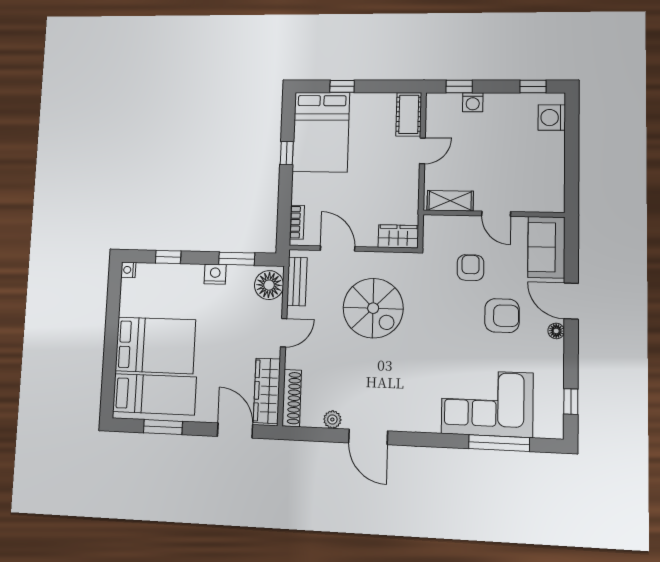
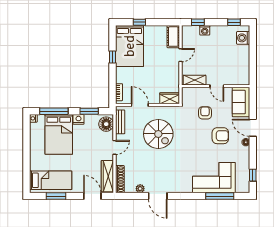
window: (168, 257) -> (54, 111), width x2.17
bed: (155, 345) -> (59, 134), moved, turned 90

